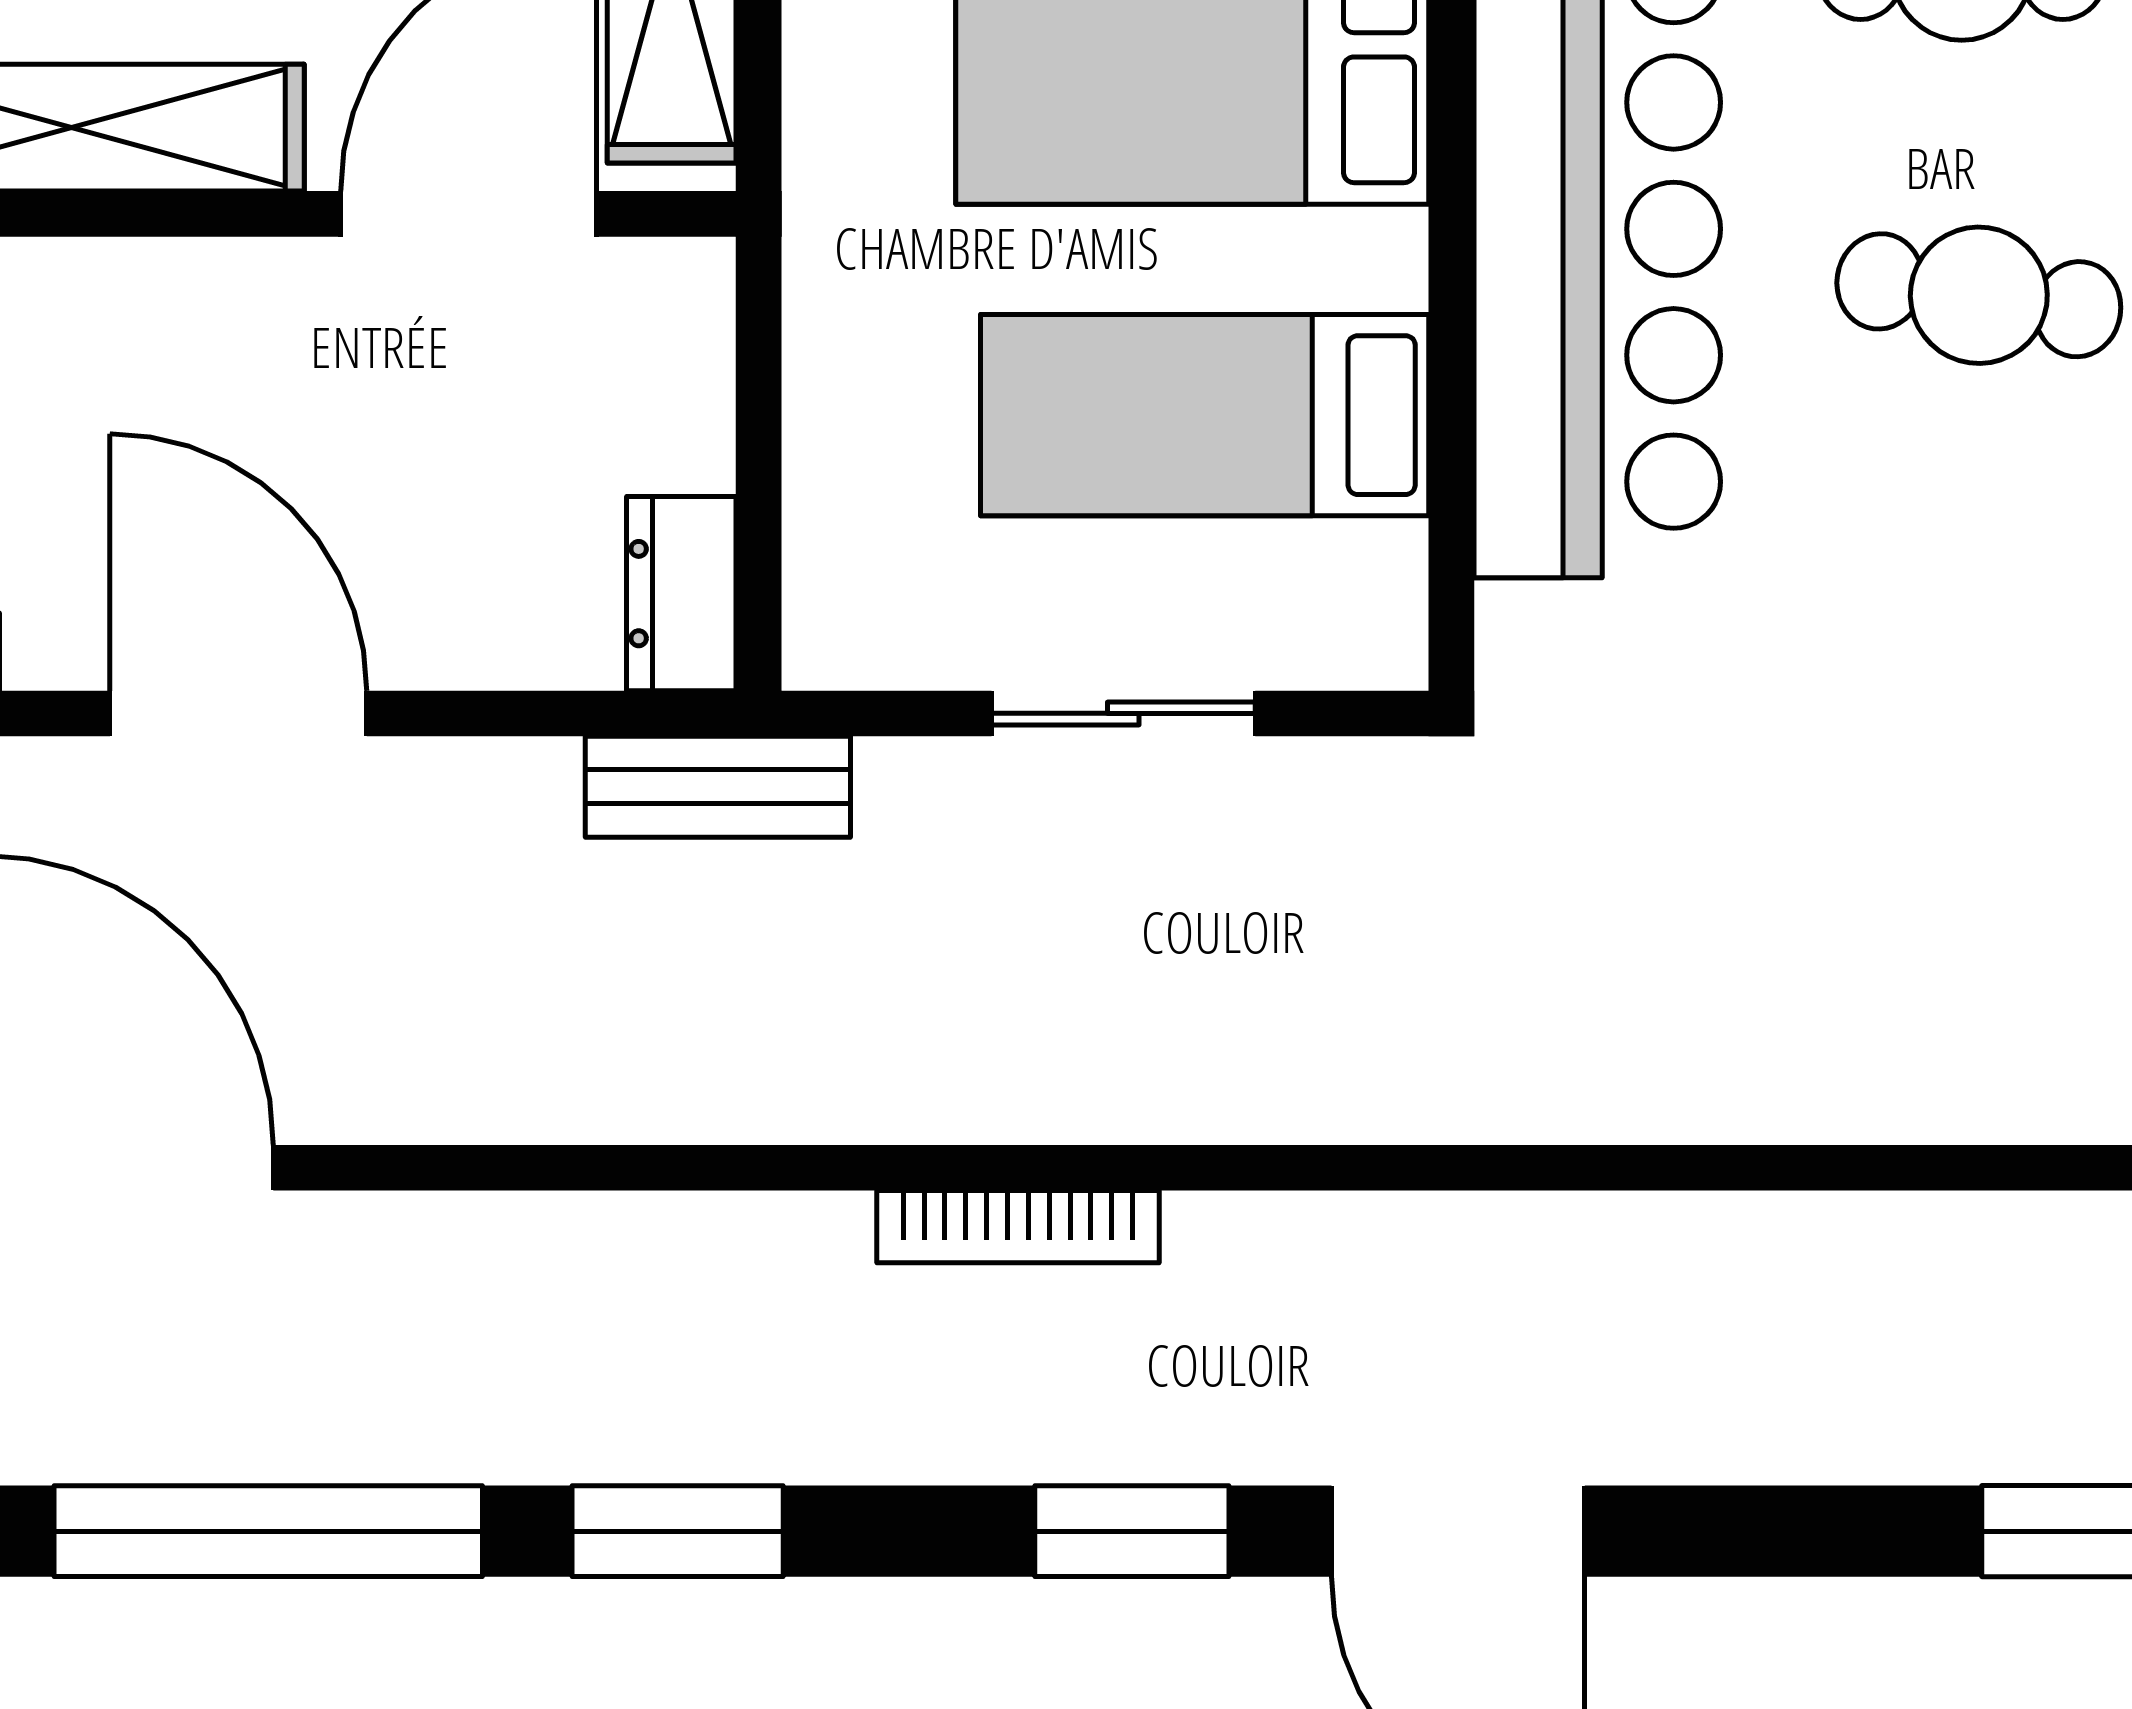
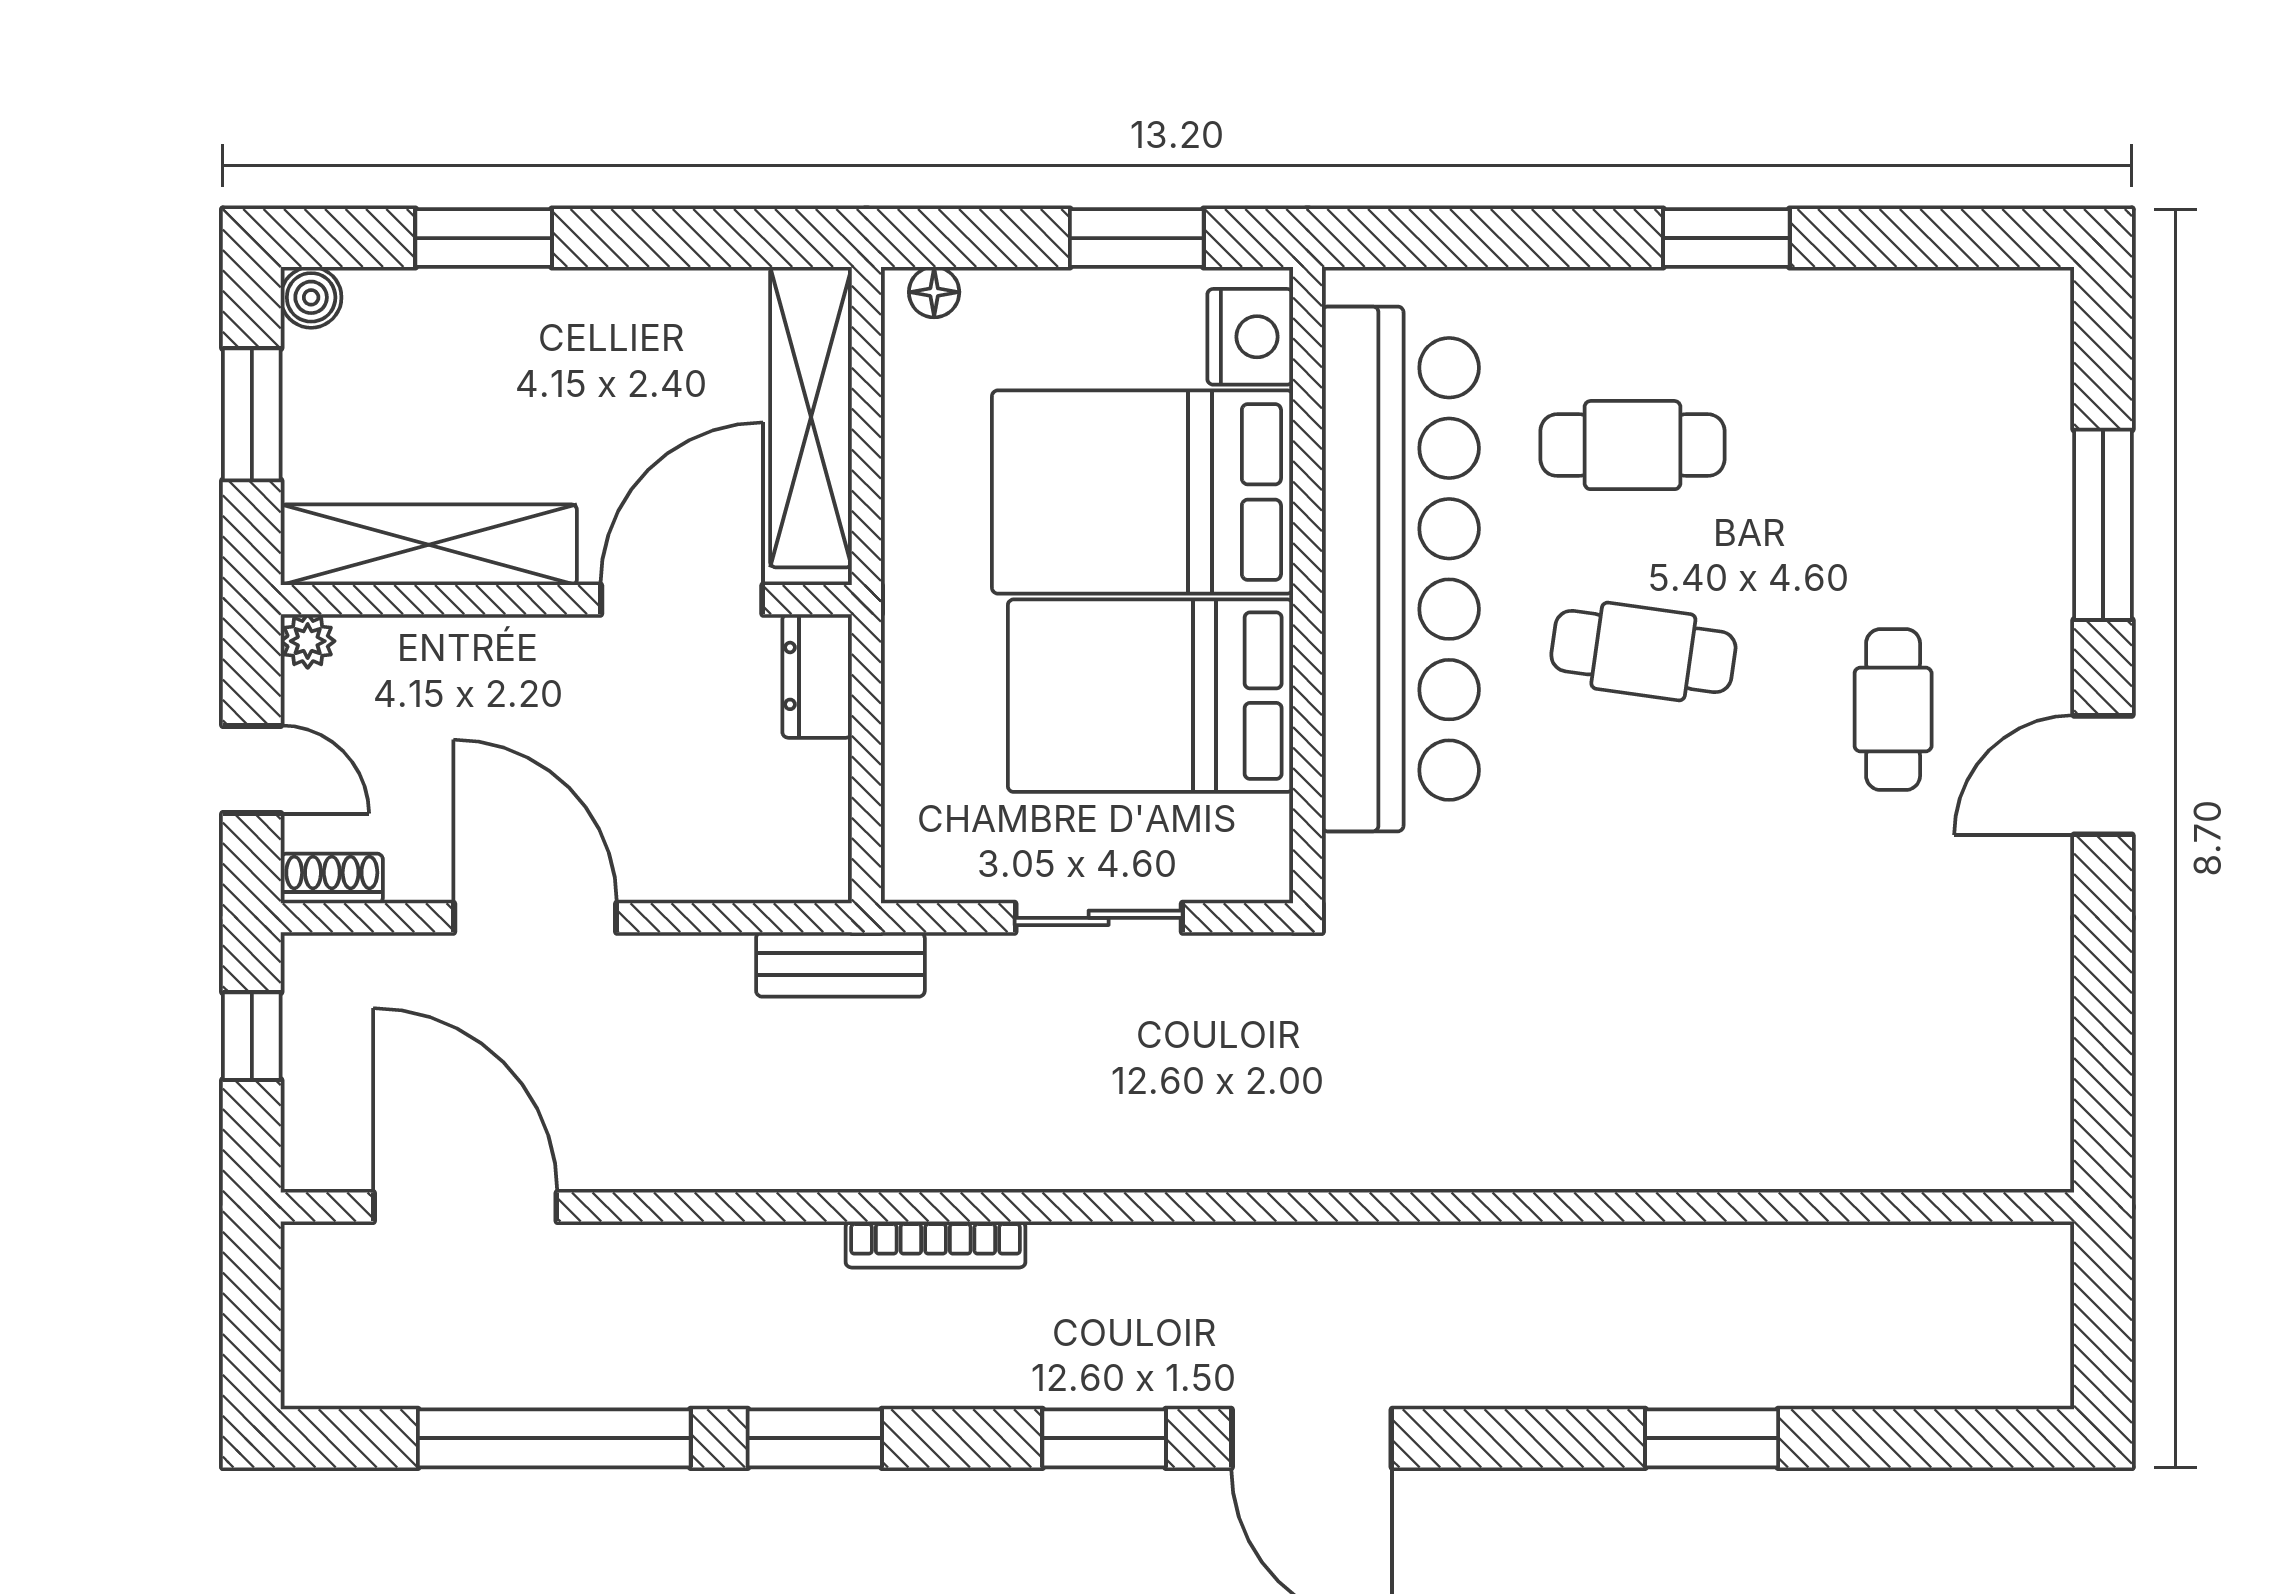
bed: (1205, 415) -> (1150, 696), width x1.50
dresser: (681, 594) -> (817, 676), moved
bookcase: (1018, 1227) -> (936, 1245), moved

